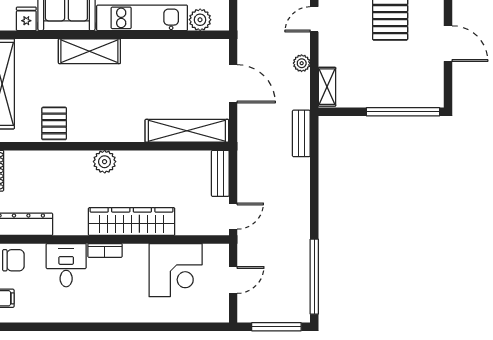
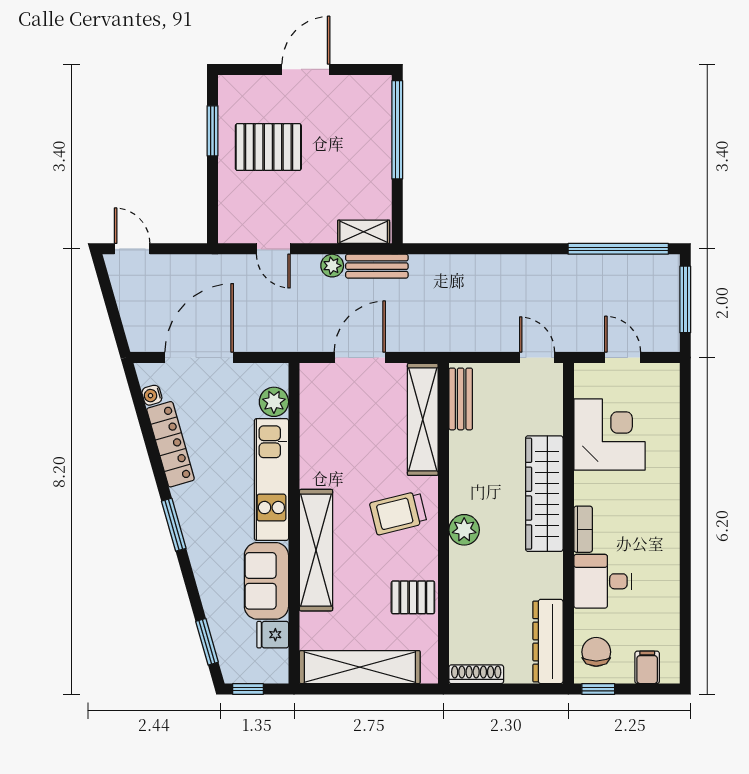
shelving: (89, 51) -> (316, 550), width x1.47
trolley: (117, 113) -> (398, 513), added
bench: (301, 133) -> (377, 266), moved
bench: (220, 173) -> (461, 399), moved, turned 90

